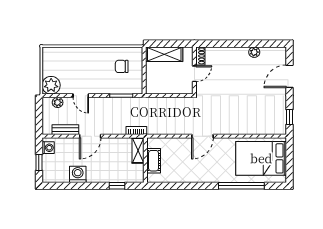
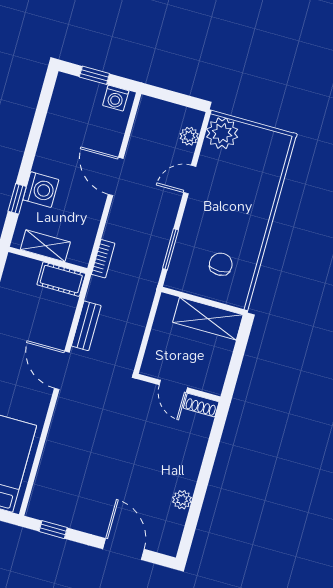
shelving: (164, 54) -> (208, 319), moved, turned 90
bench: (65, 130) -> (86, 326), moved
shelving: (138, 151) -> (45, 246), moved
cot: (154, 161) -> (61, 279), moved
washing machine: (78, 174) -> (41, 190), moved

